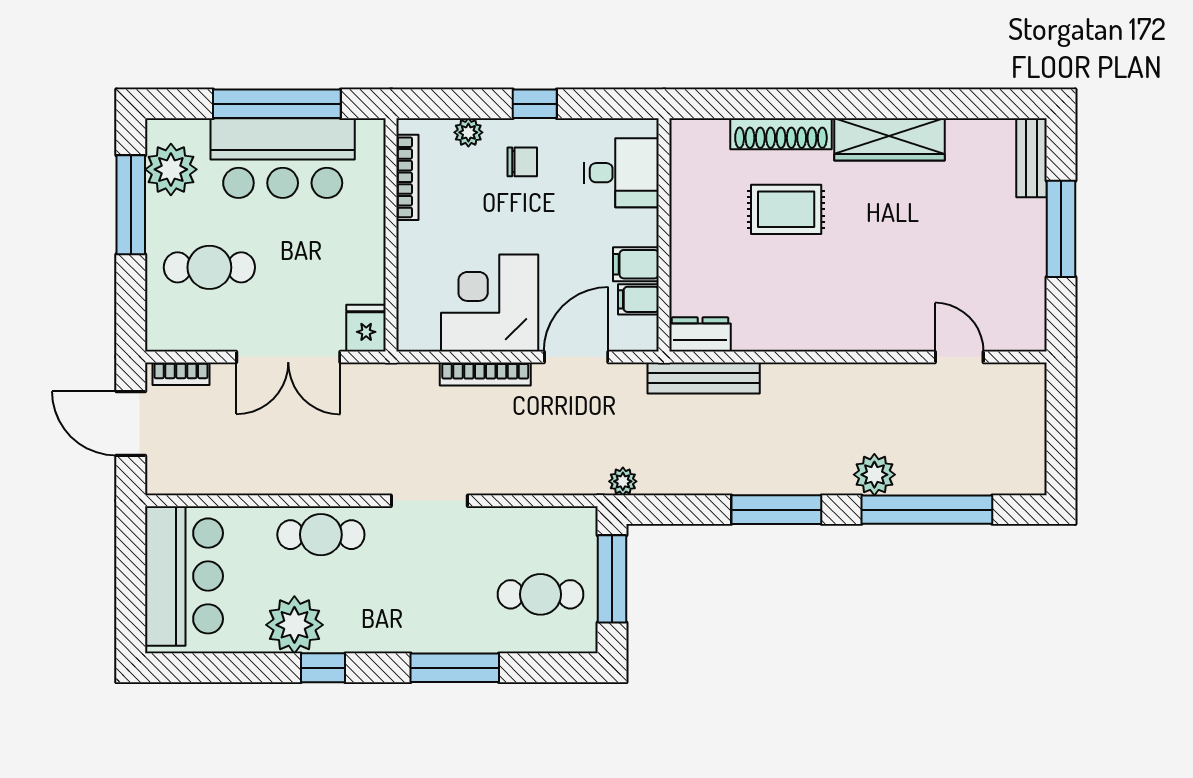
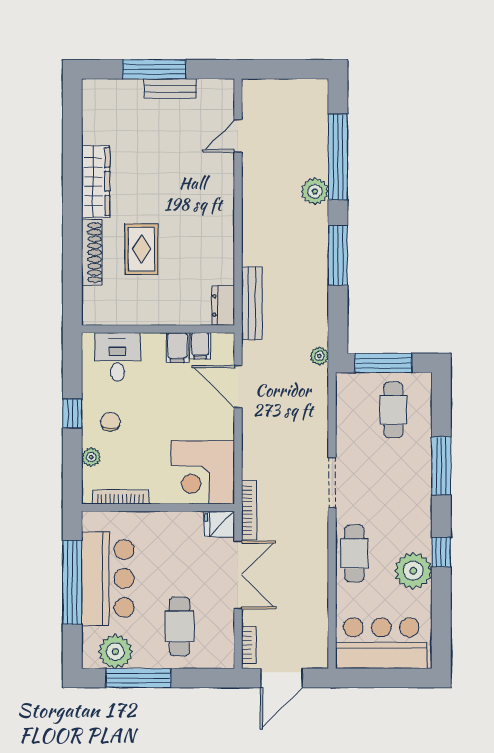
bench: (1032, 158) -> (170, 89), moved
corner desk: (490, 303) -> (203, 472), moved
bookcase: (485, 374) -> (249, 510), moved

